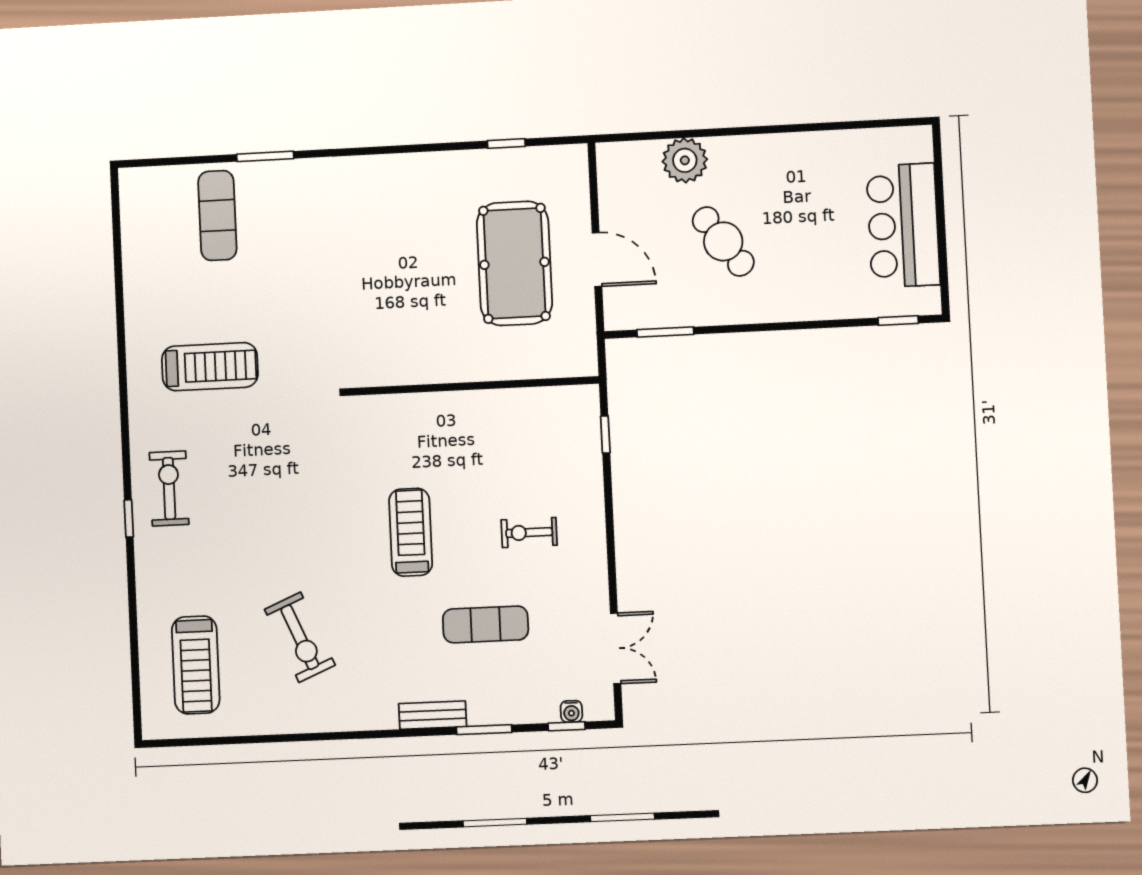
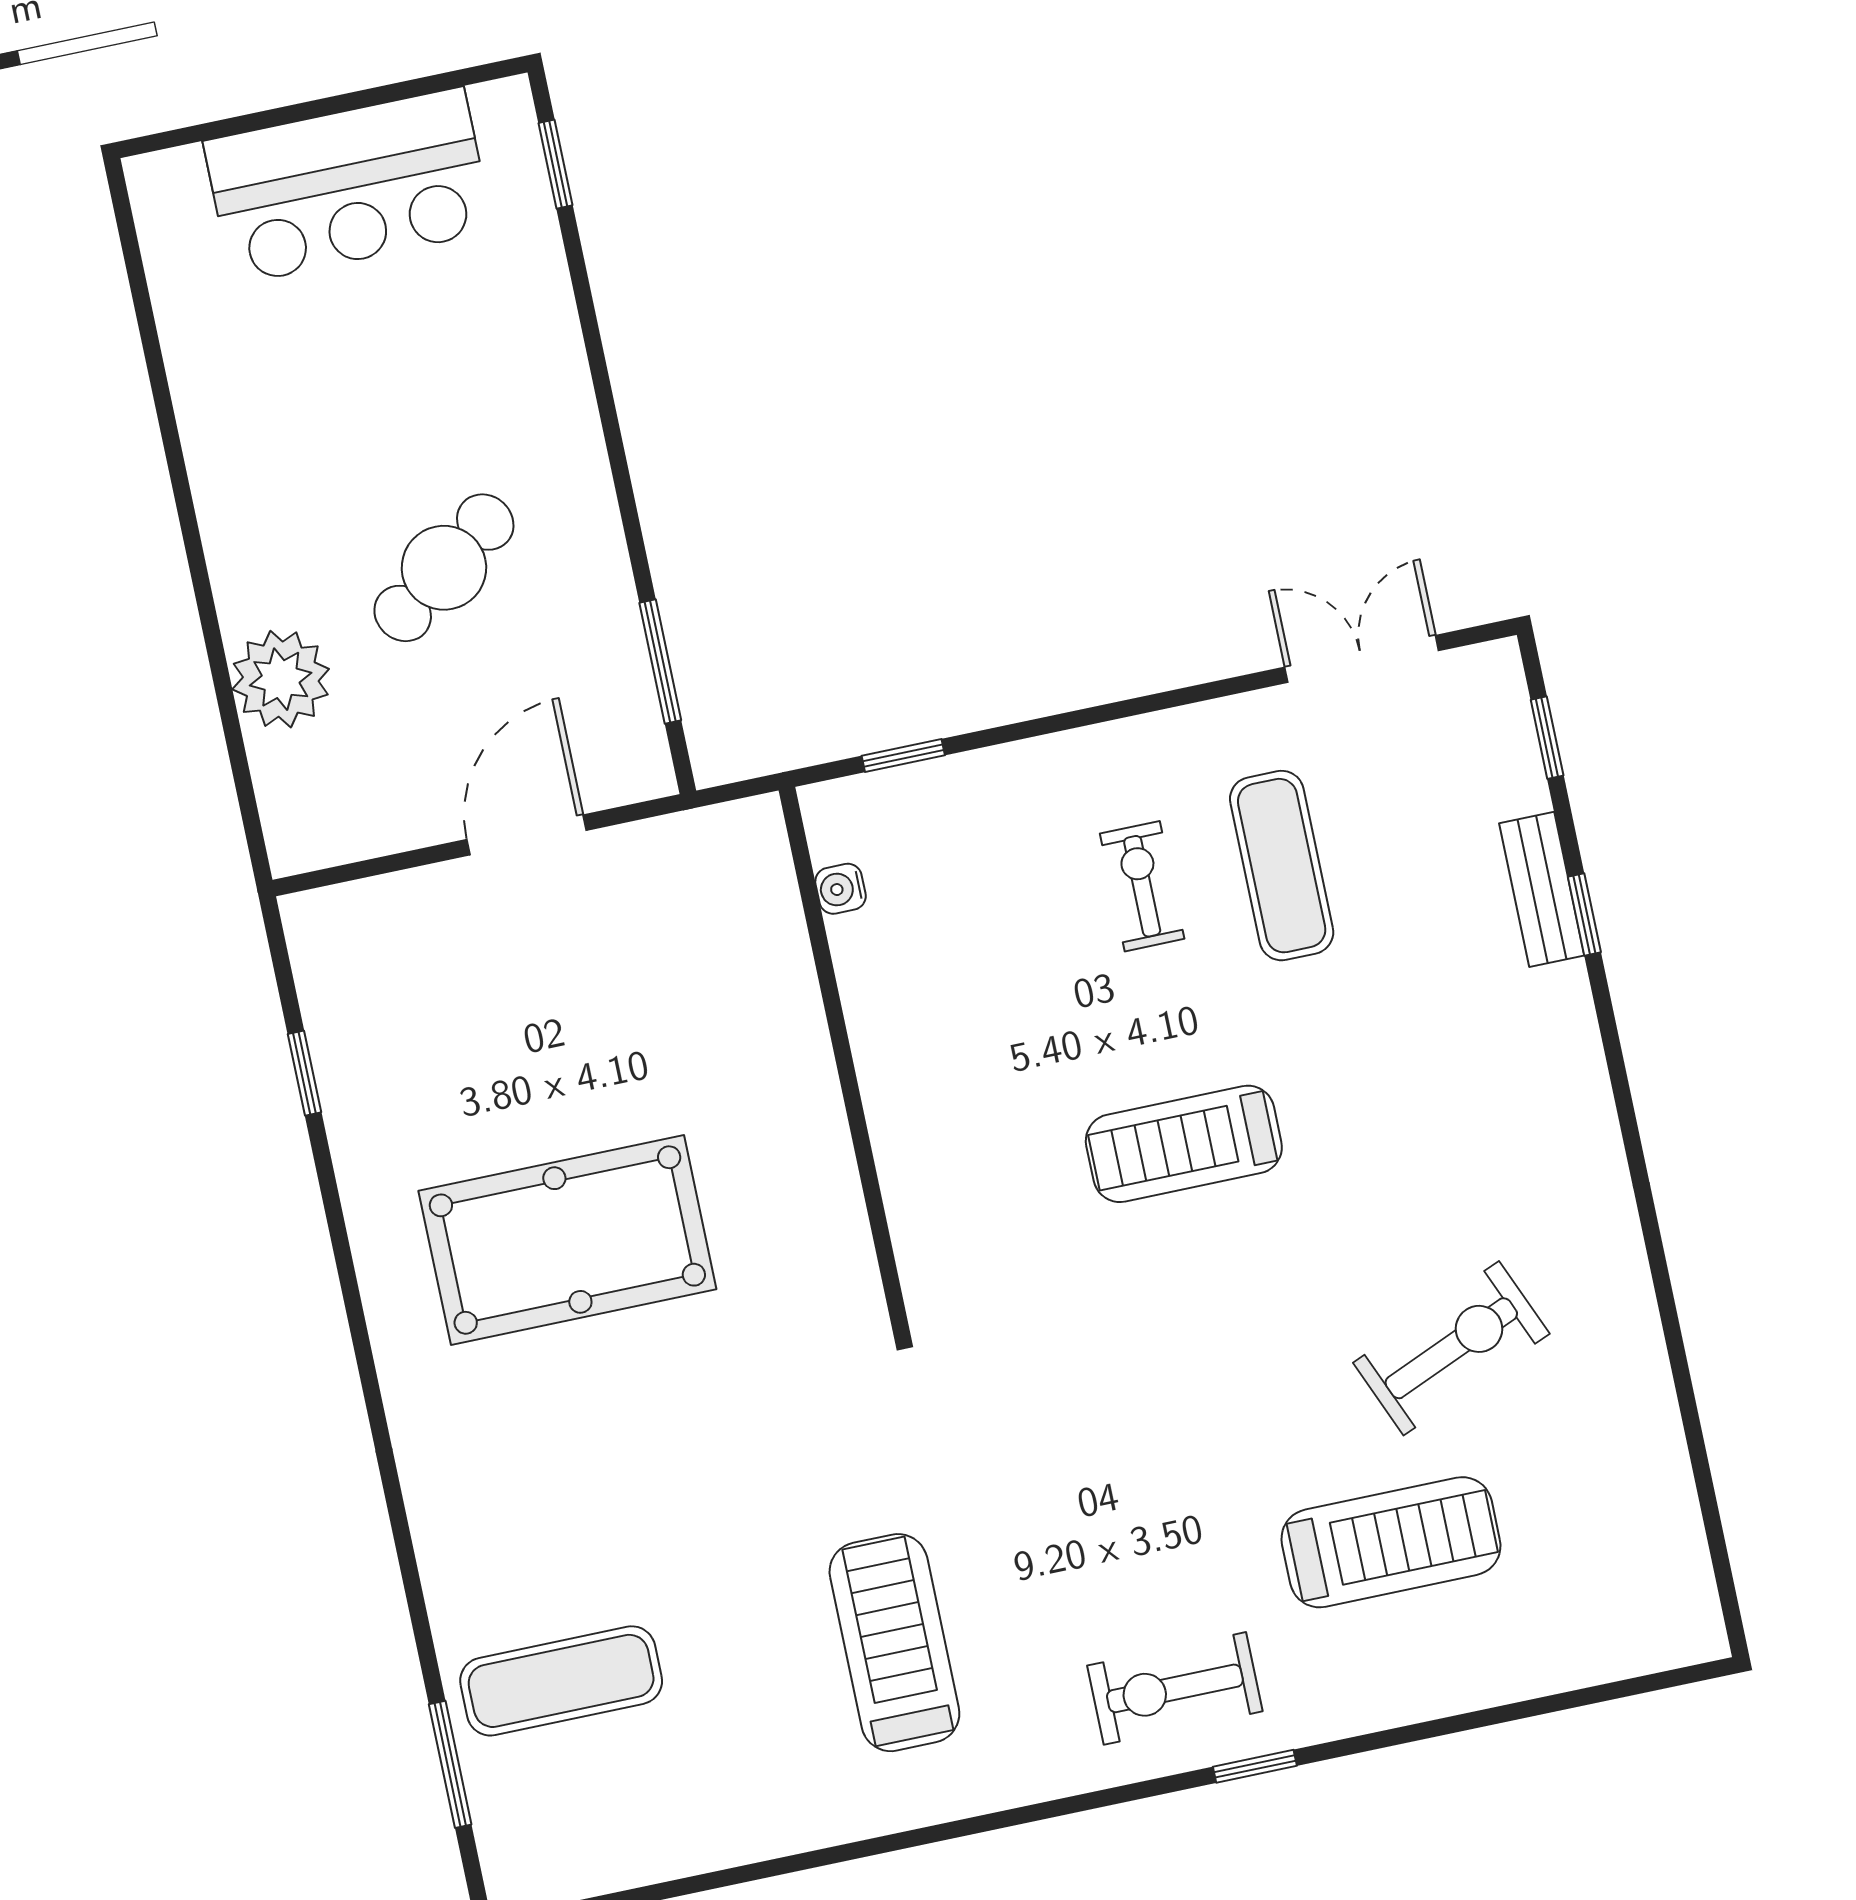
window: (265, 156) -> (450, 1764), moved
pool table: (514, 263) -> (567, 1240), moved
exercise bike: (529, 532) -> (1142, 886), turned 180
exercise mat: (486, 624) -> (1282, 866), moved
treadmill: (196, 665) -> (1391, 1542), moved
water cooler: (571, 711) -> (841, 889), moved, turned 180
bench: (433, 715) -> (1542, 889), moved
window: (484, 730) -> (1584, 915), width x0.67

